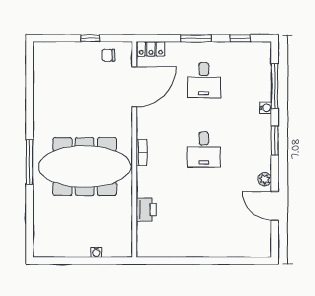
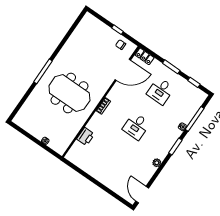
meeting table: (85, 167) -> (69, 93), width x0.73
door: (275, 206) -> (142, 195), moved

